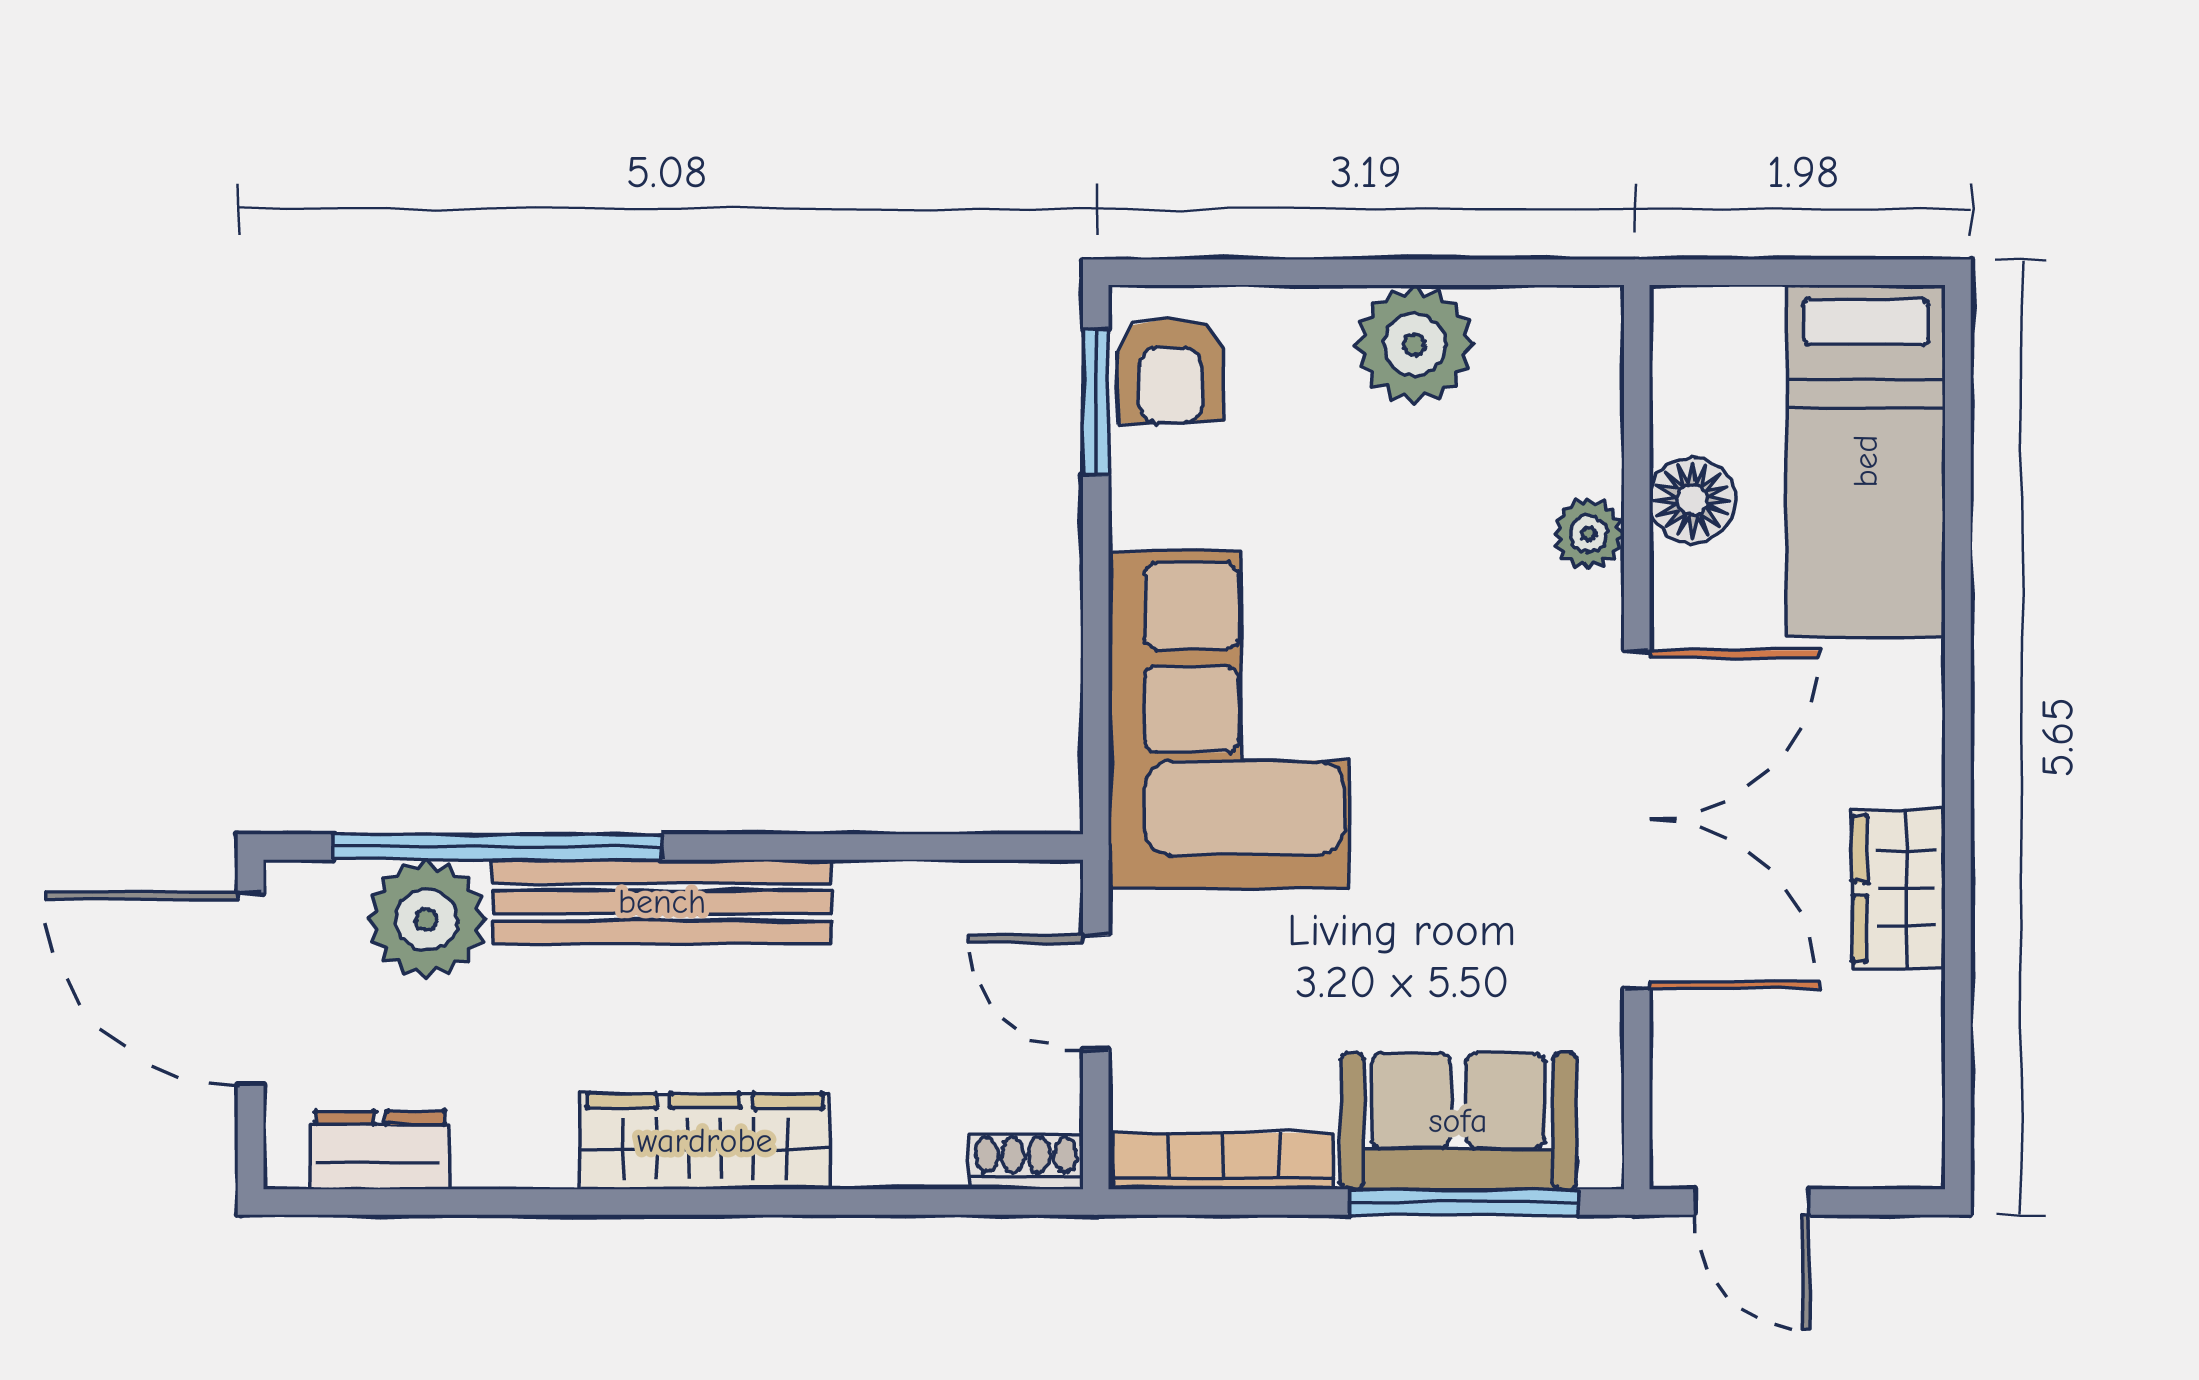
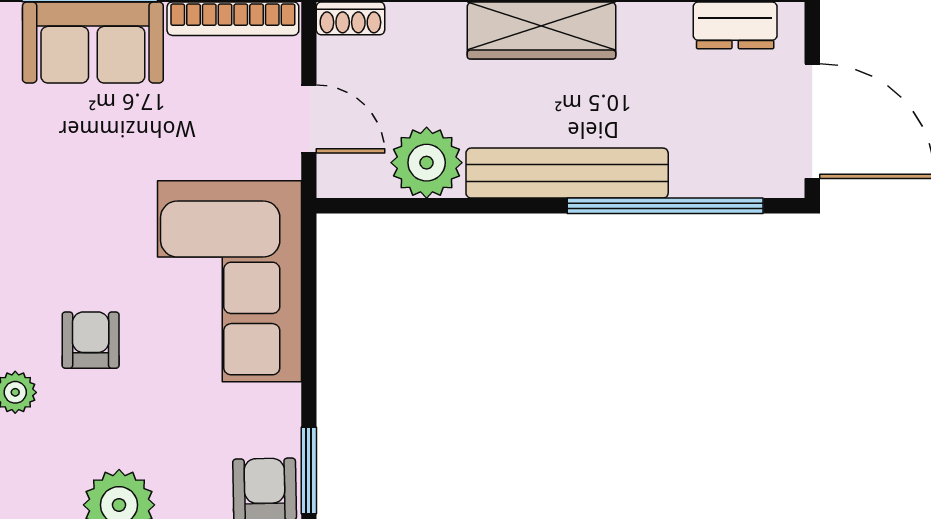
armchair: (1462, 621) -> (91, 340), added
plant: (426, 919) -> (427, 163), moved

